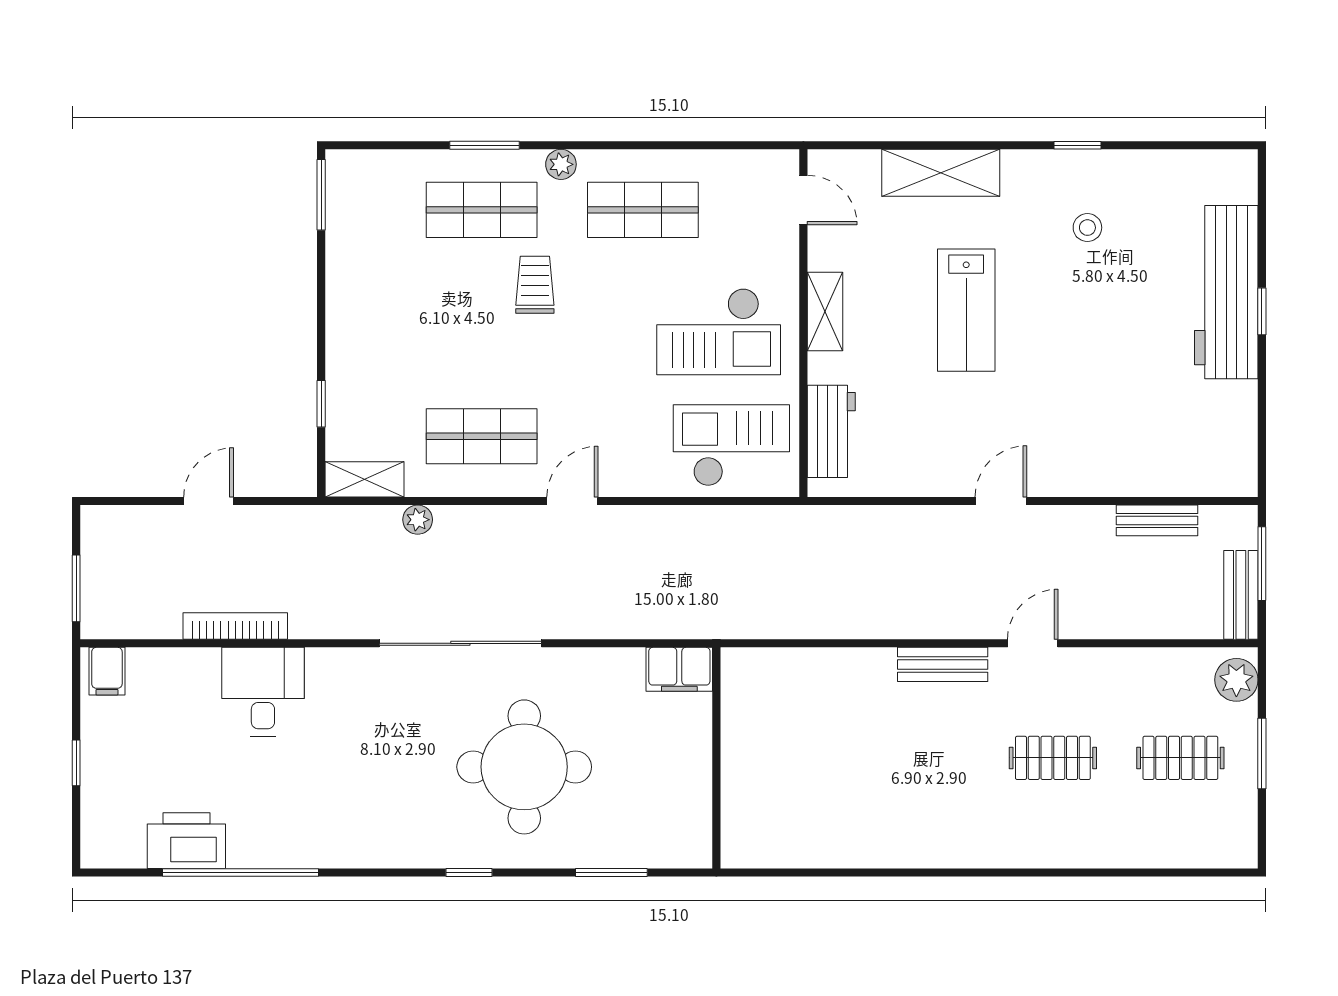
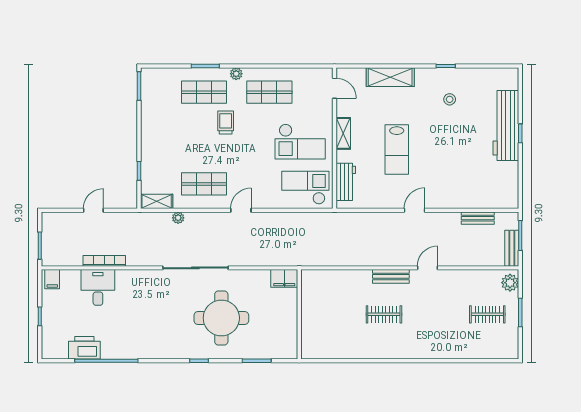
lab bench: (966, 310) -> (397, 150), moved
desk: (263, 692) -> (98, 287), moved
clothes rail: (1053, 758) -> (384, 314), moved

